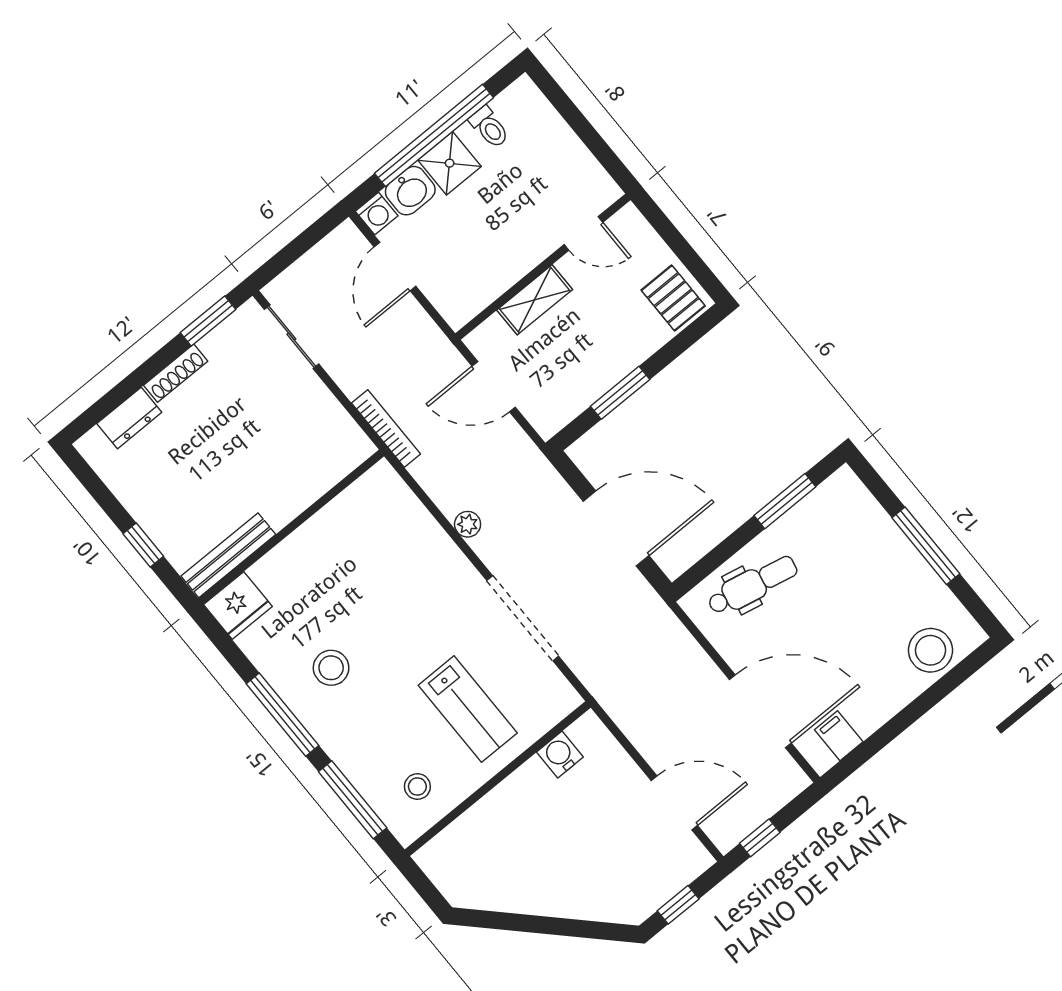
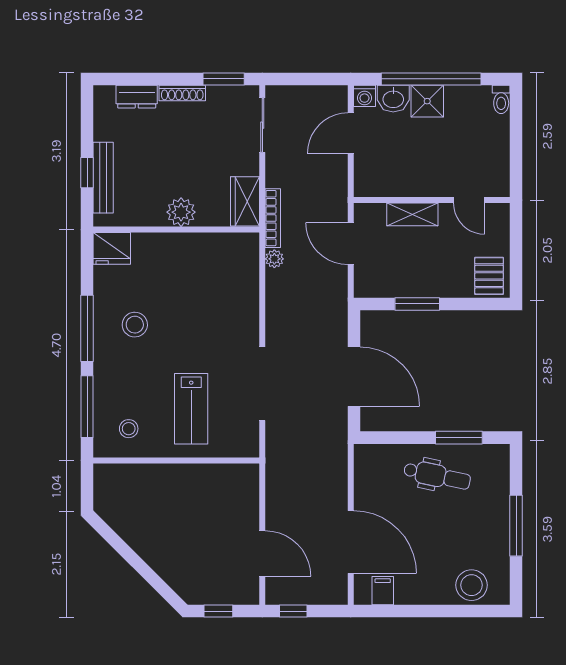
toilet: (489, 127) -> (501, 99), moved
wardrobe: (341, 435) -> (245, 201), added
plant: (281, 504) -> (181, 212), added
plant: (468, 524) -> (274, 259), moved
bench: (228, 555) -> (103, 178), moved, turned 90
dental chair: (752, 585) -> (437, 476), moved
water cooler: (560, 755) -> (221, 475), removed

